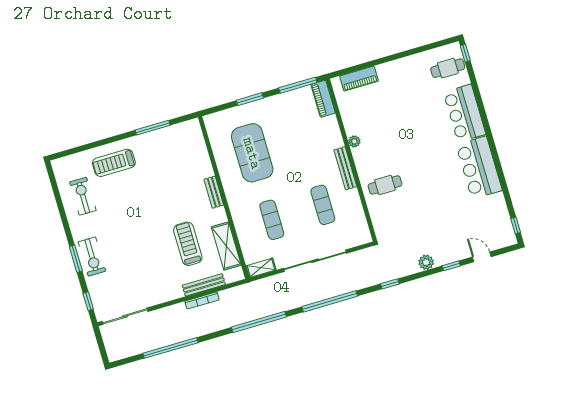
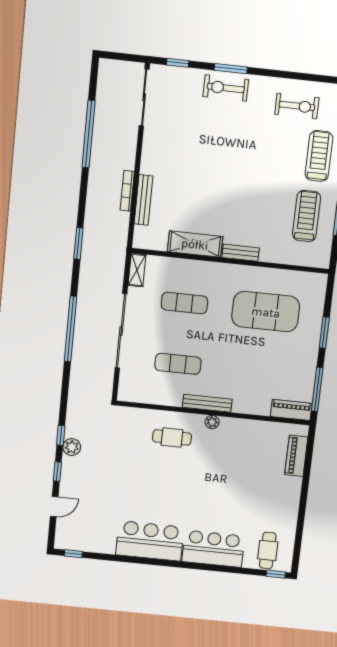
plant: (354, 141) -> (212, 422), moved
cafe table: (385, 185) -> (172, 437), turned 90
treadmill: (188, 244) -> (307, 216), moved, turned -90
shelving: (226, 246) -> (195, 244), moved
window: (390, 284) -> (61, 435), moved
window: (259, 322) -> (78, 243), width x0.47

